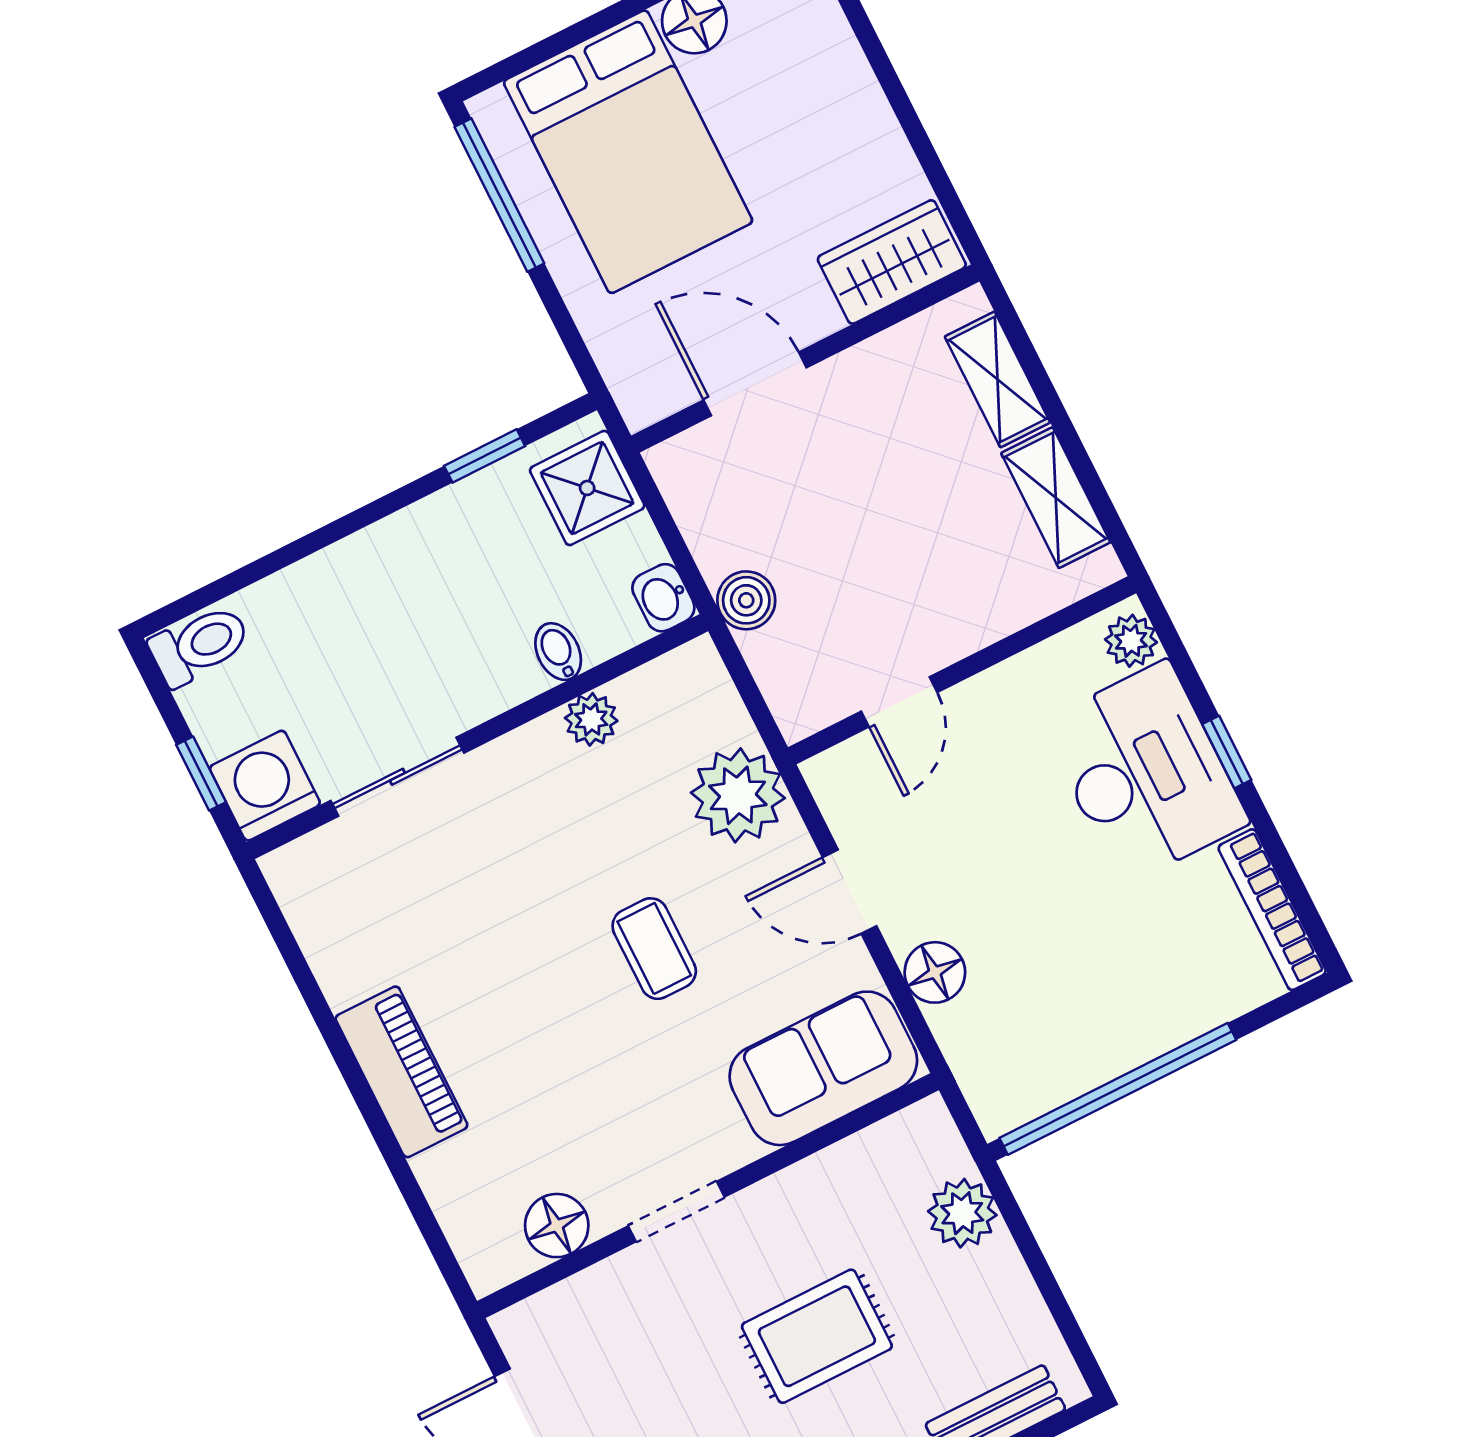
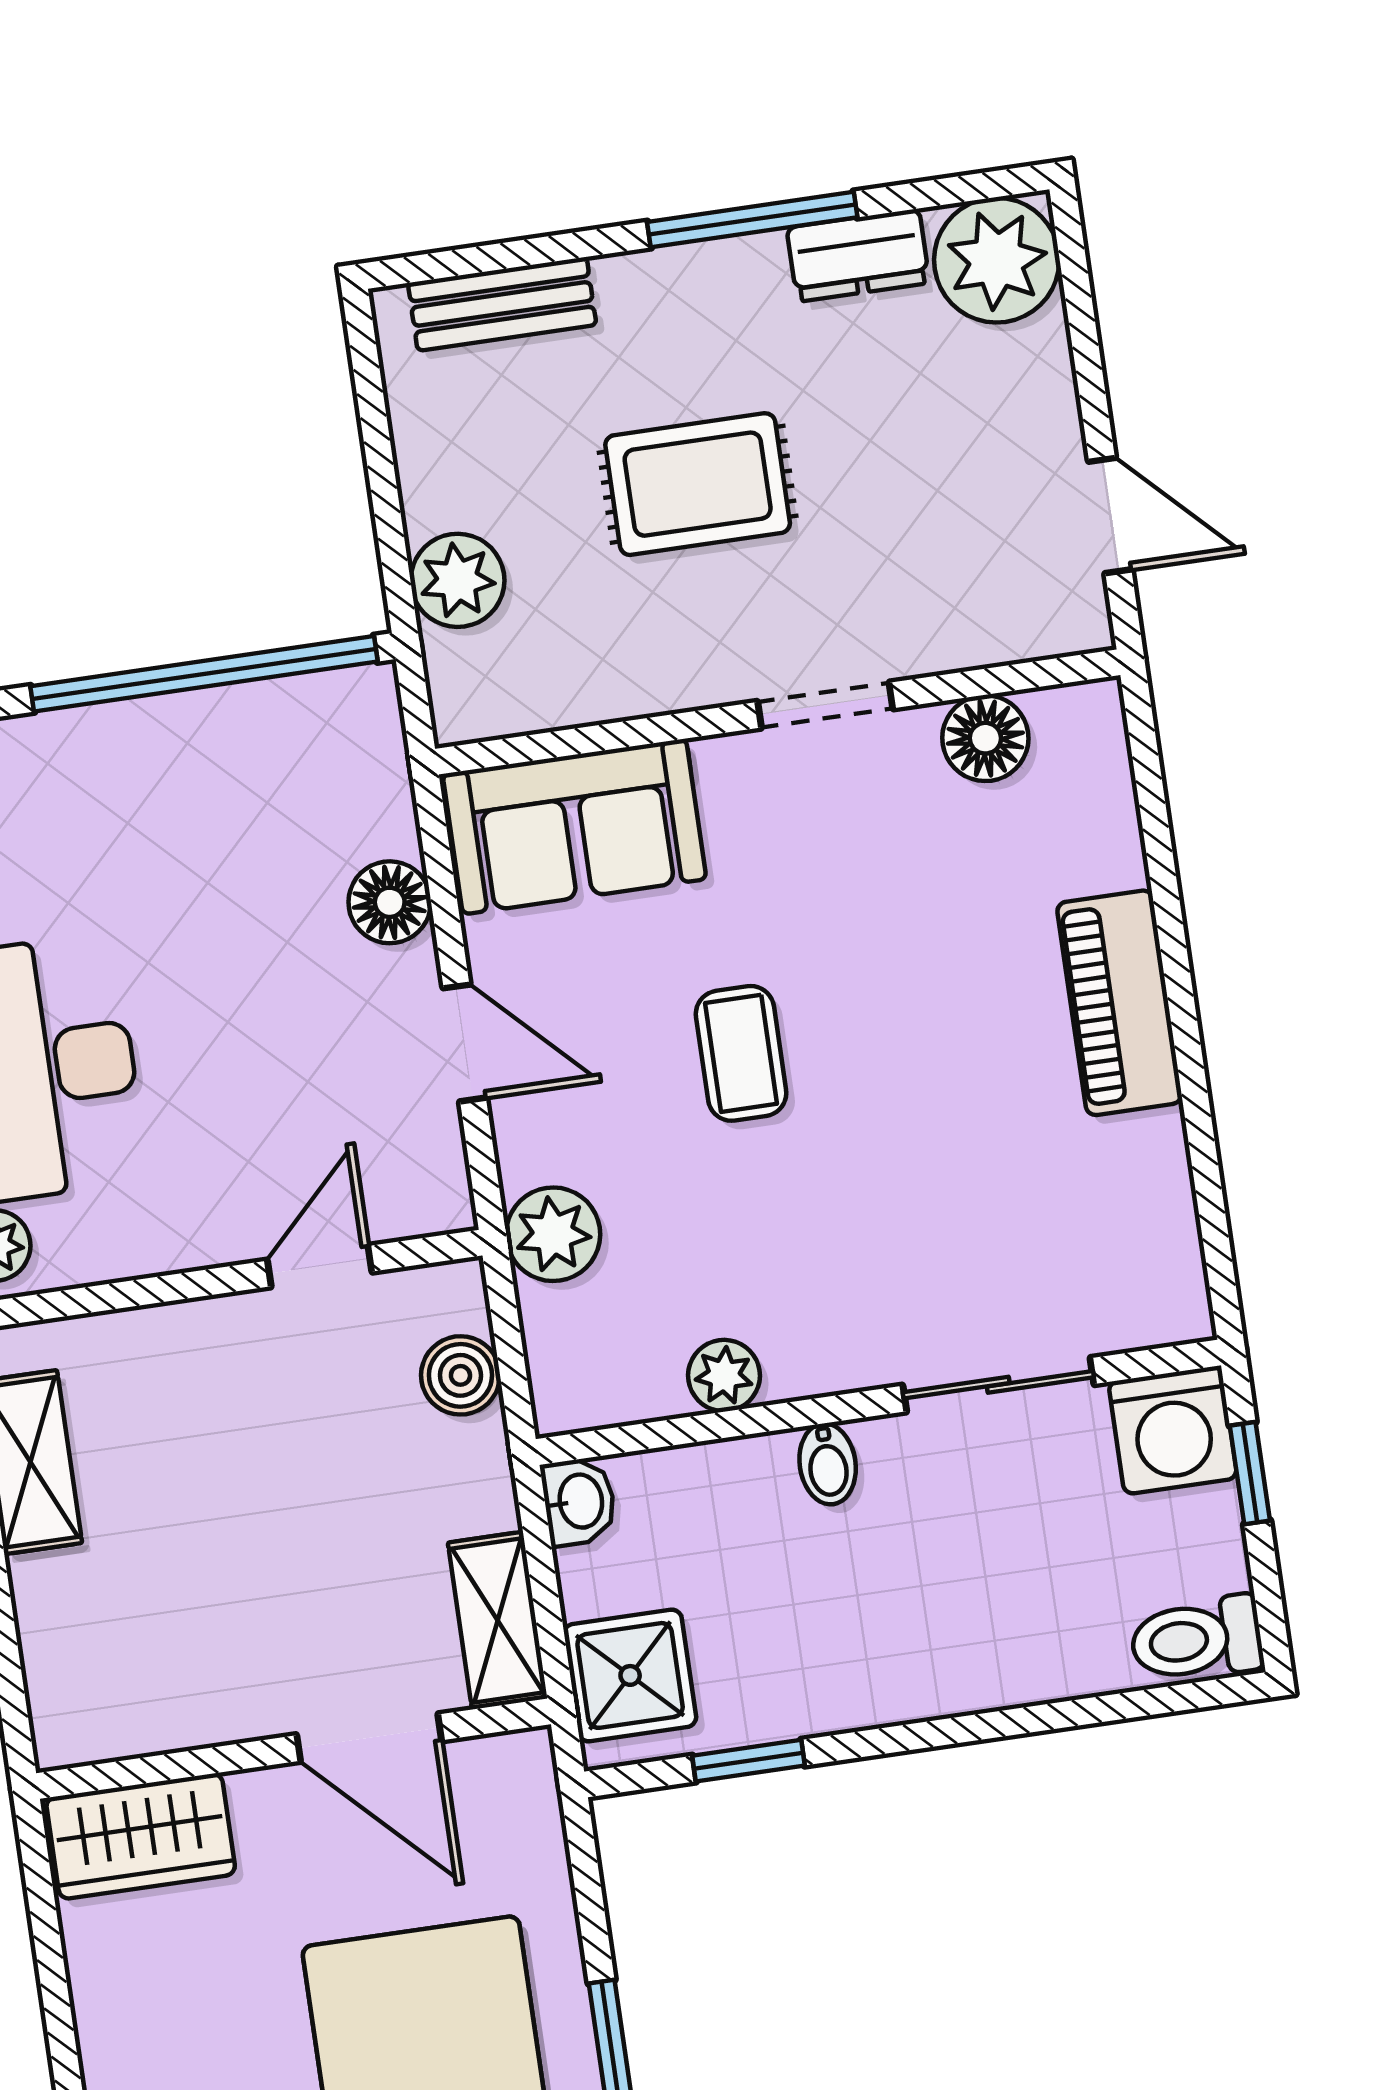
shelving: (997, 379) -> (498, 1621), moved
boiler: (746, 600) -> (460, 1375), moved
bidet: (558, 652) -> (828, 1464), moved
plant: (738, 795) -> (553, 1234), width x0.73, depth x0.73

